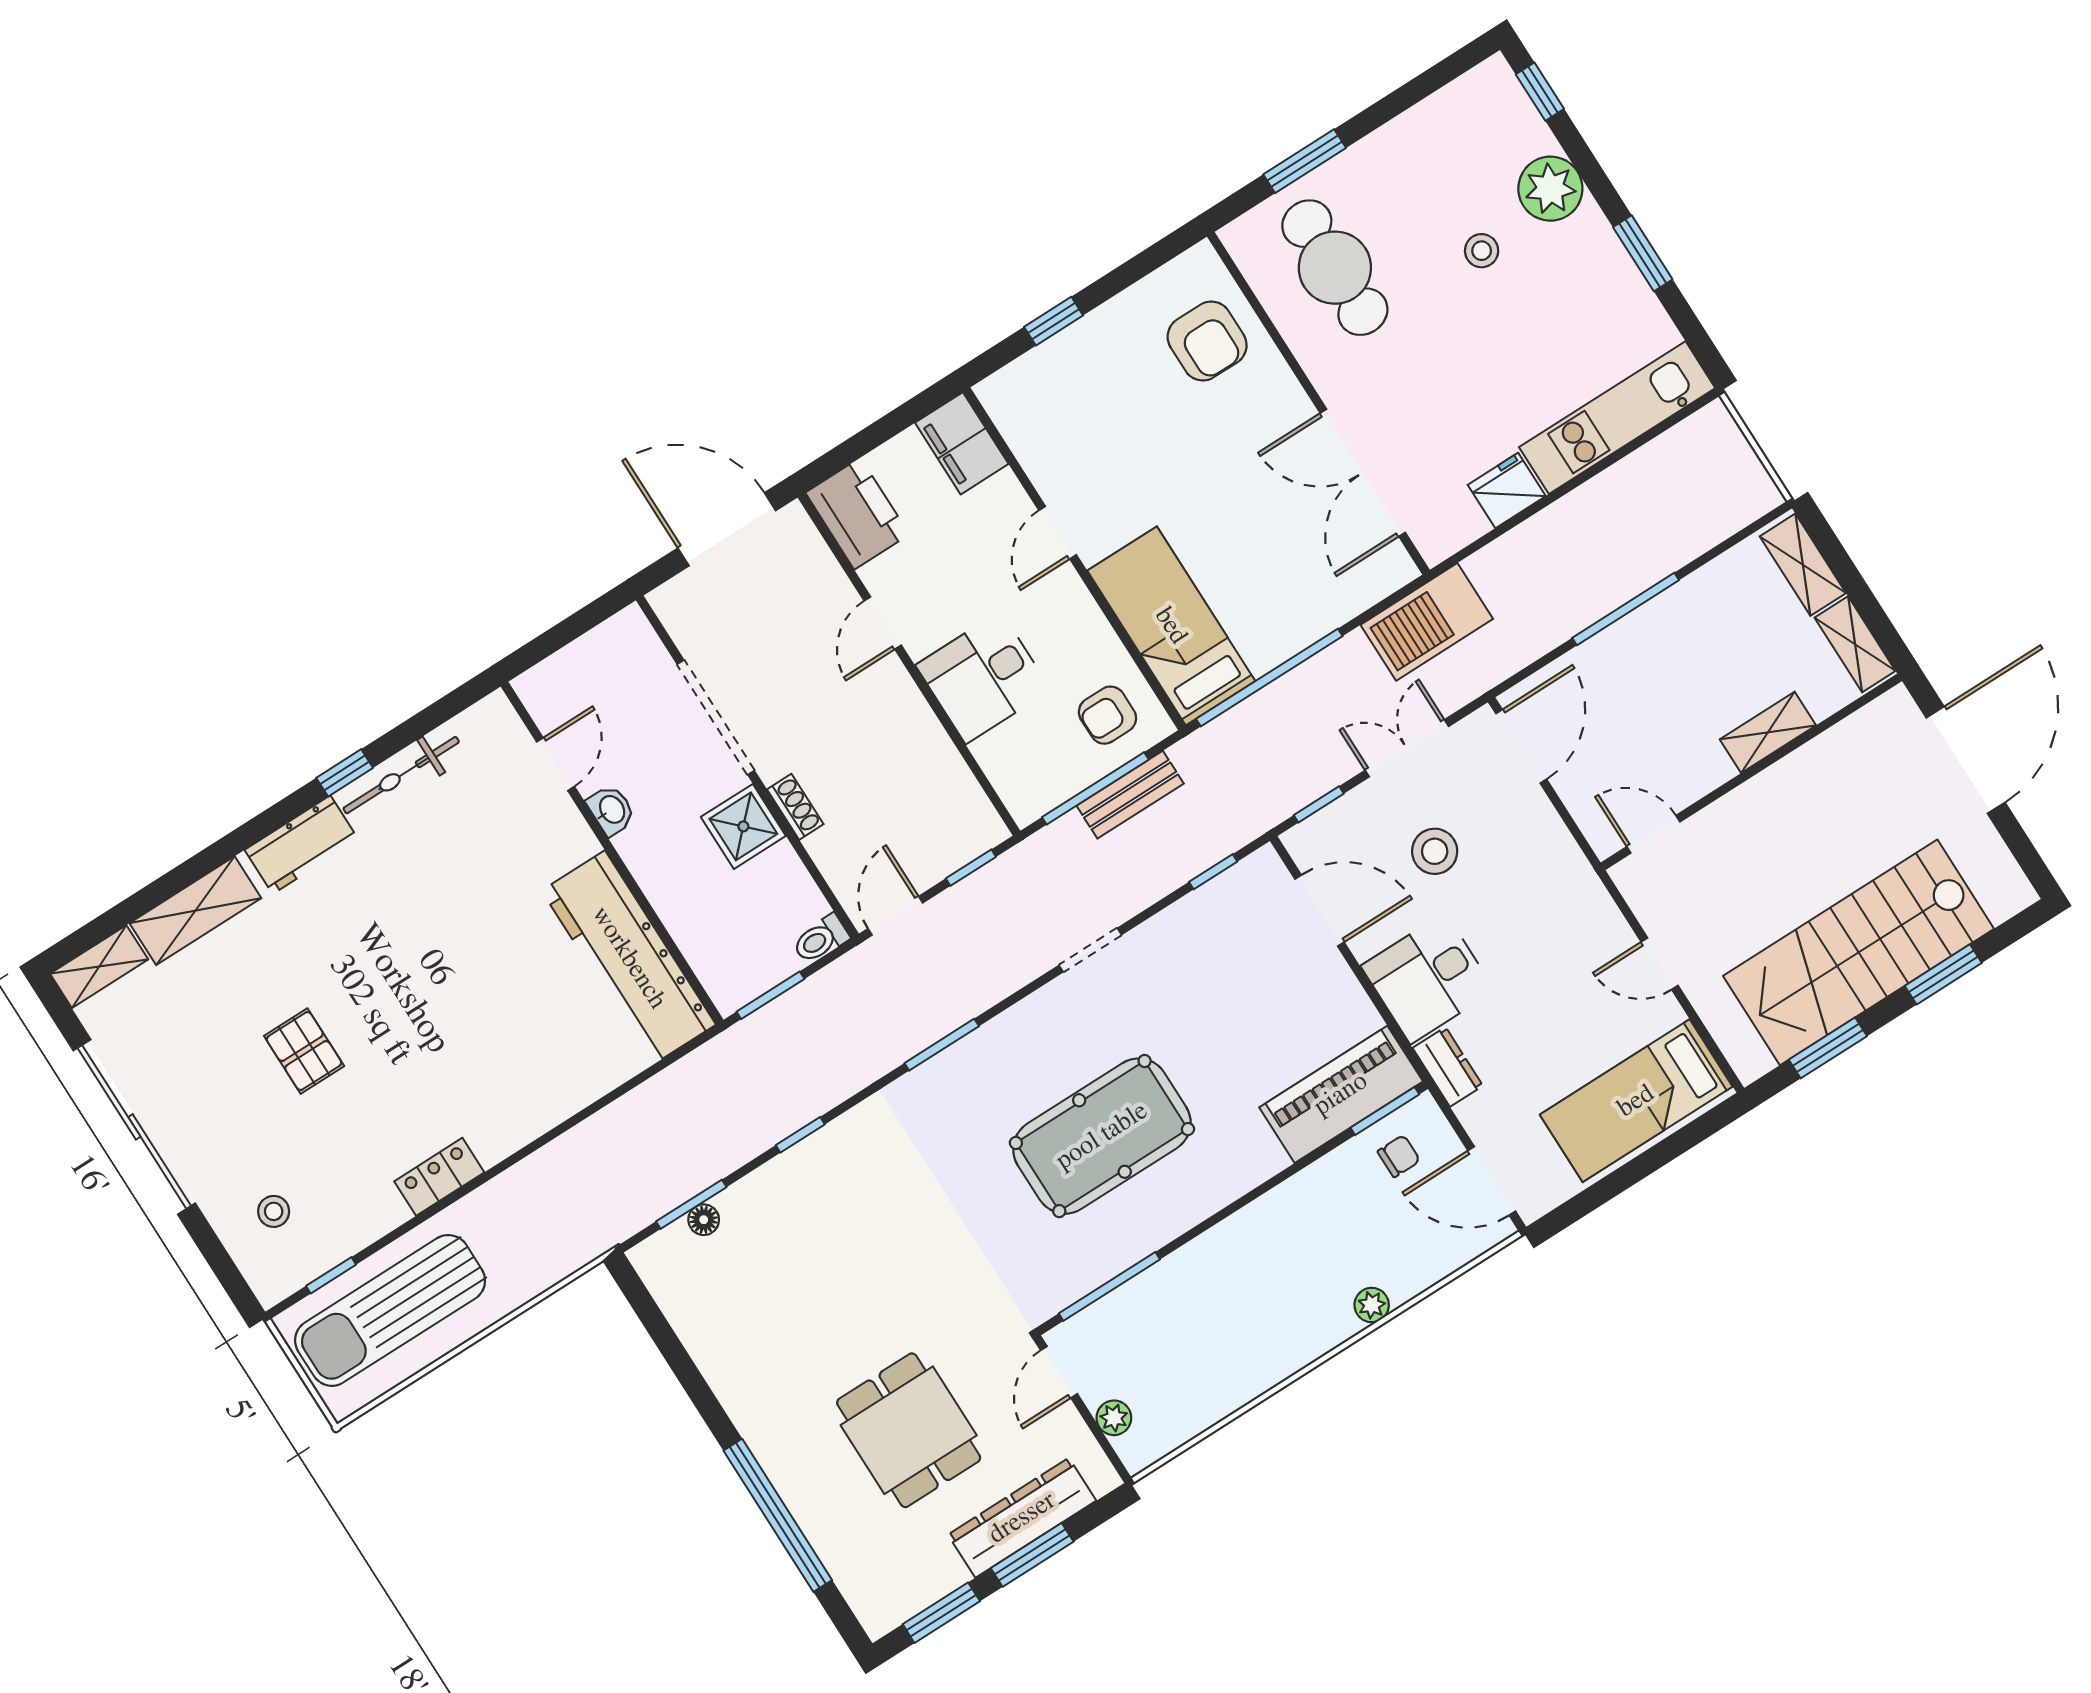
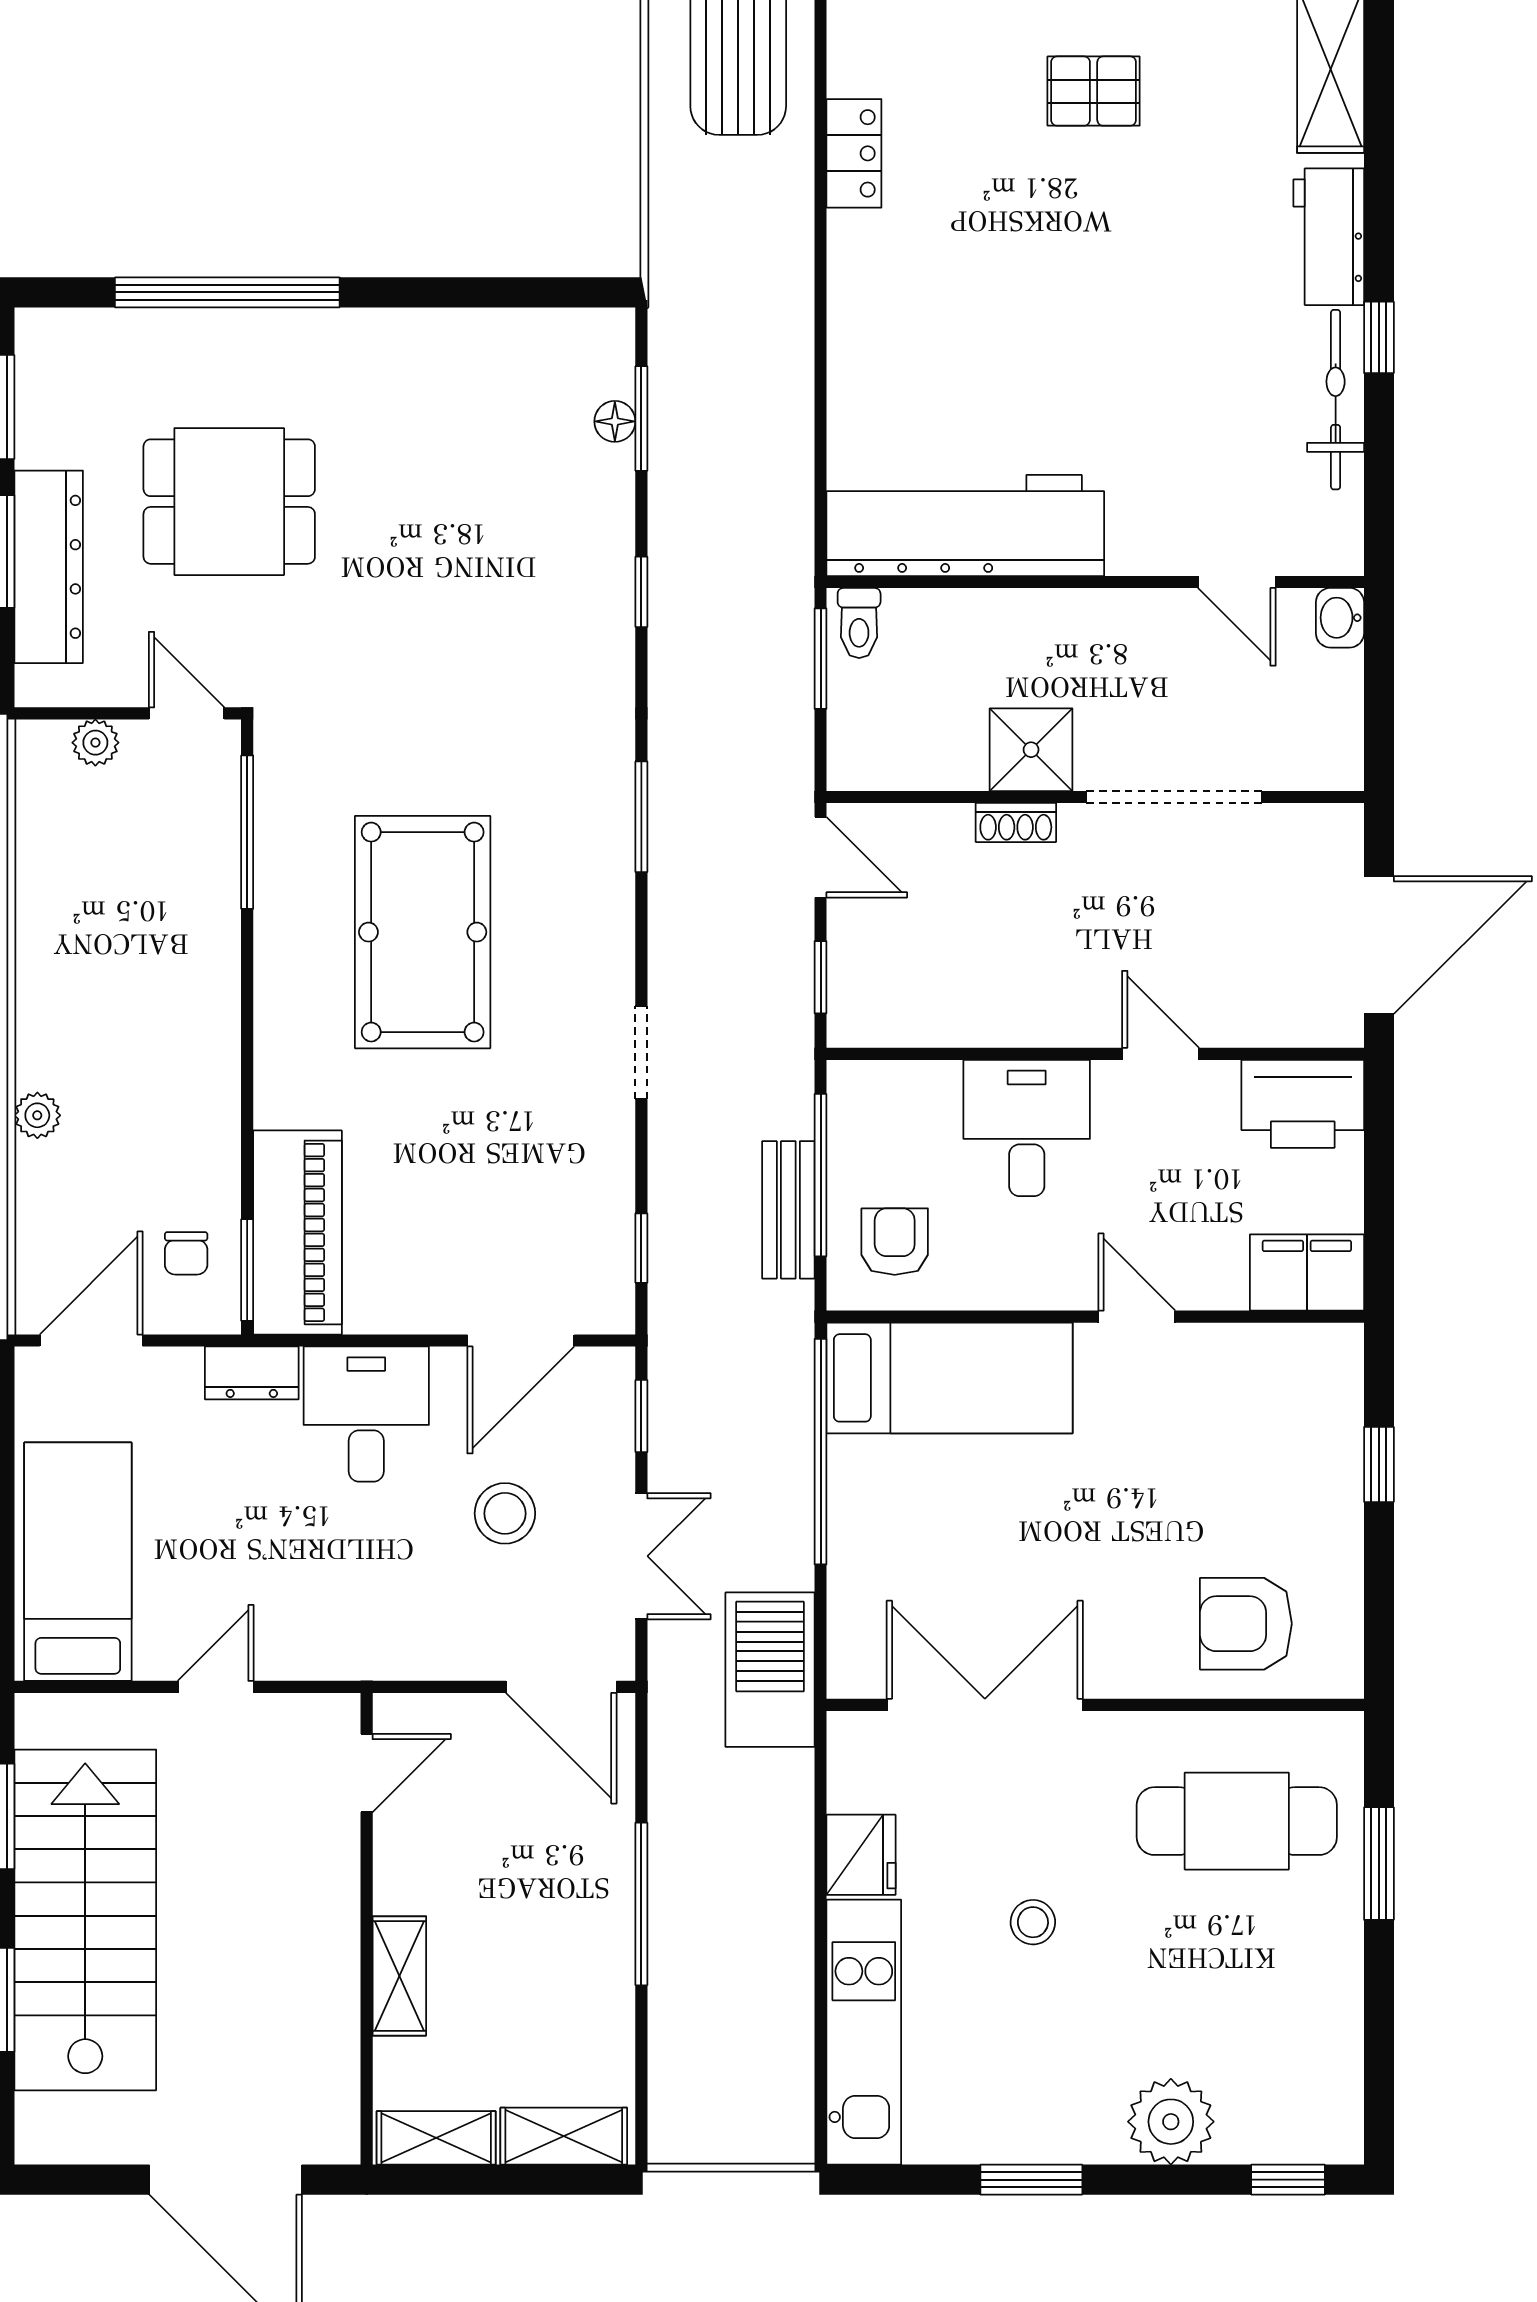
stool: (1482, 251) -> (1033, 1922), moved
washbasin: (611, 810) -> (1340, 618), moved, turned 90
toilet: (821, 939) -> (859, 623), moved, turned 180

